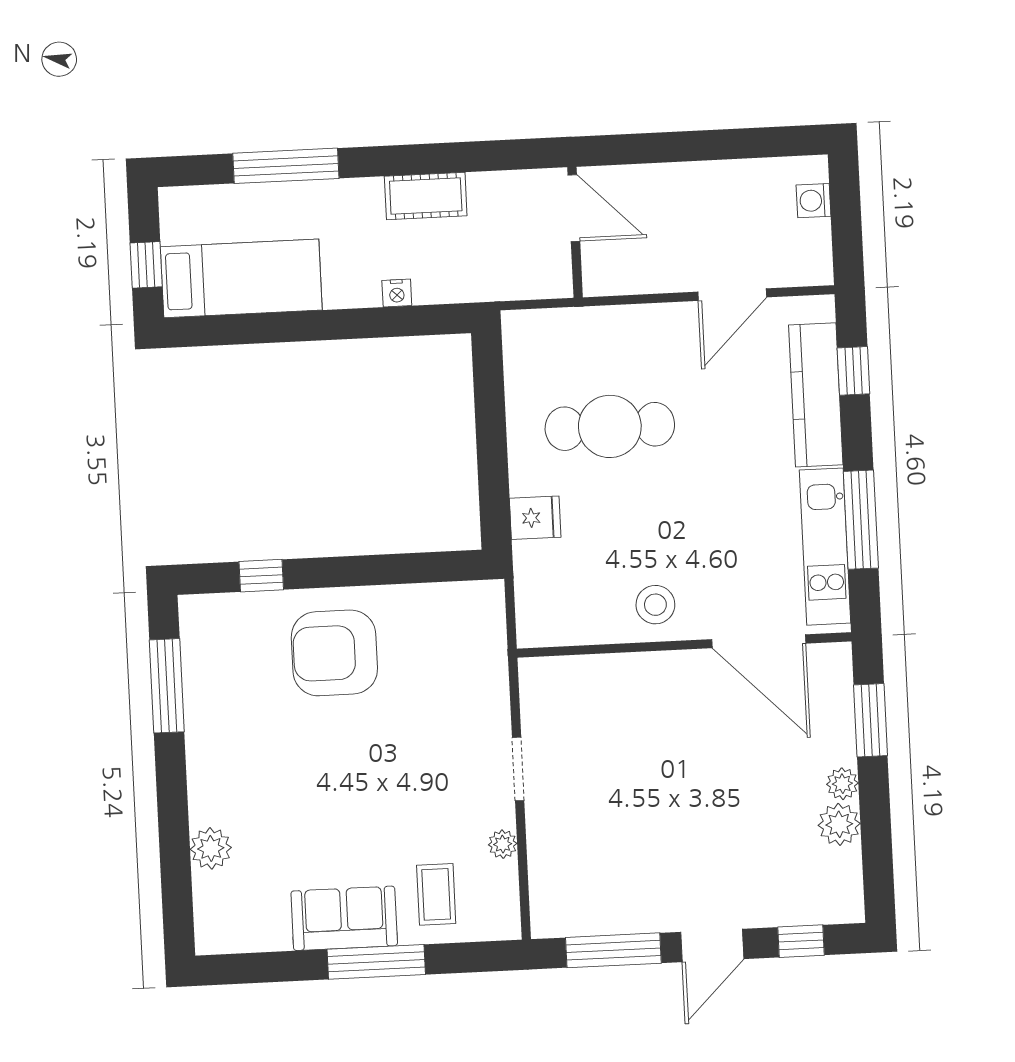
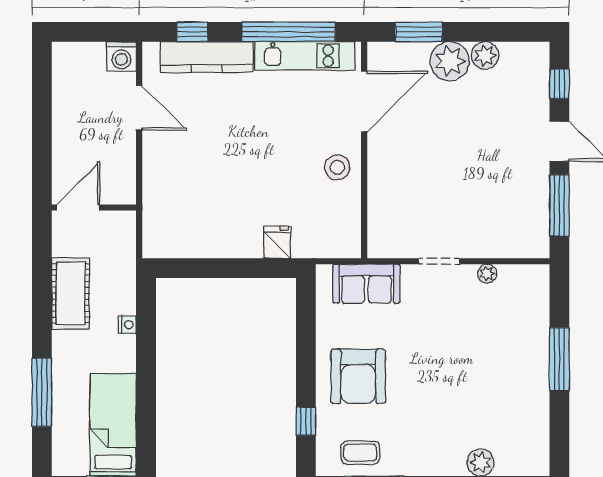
cot: (426, 196) -> (71, 293), width x1.37, depth x1.34
washing machine: (813, 201) -> (121, 56), moved, width x1.38, depth x1.38
cafe table: (610, 426) -> (221, 191), removed
window: (861, 520) -> (289, 32), width x1.46
plant: (842, 784) -> (450, 61), width x1.87, depth x1.87
coffee table: (436, 894) -> (360, 453), moved
sofa: (344, 918) -> (366, 284), moved, turned -90

